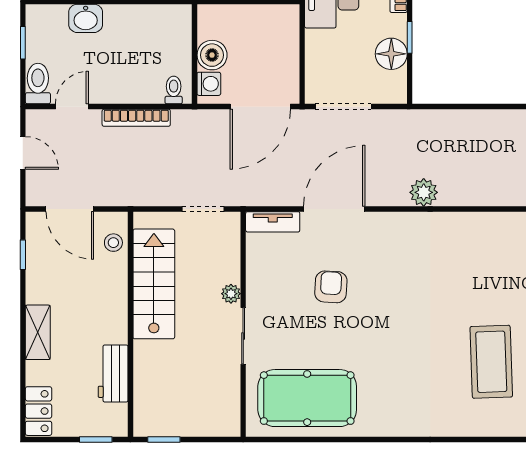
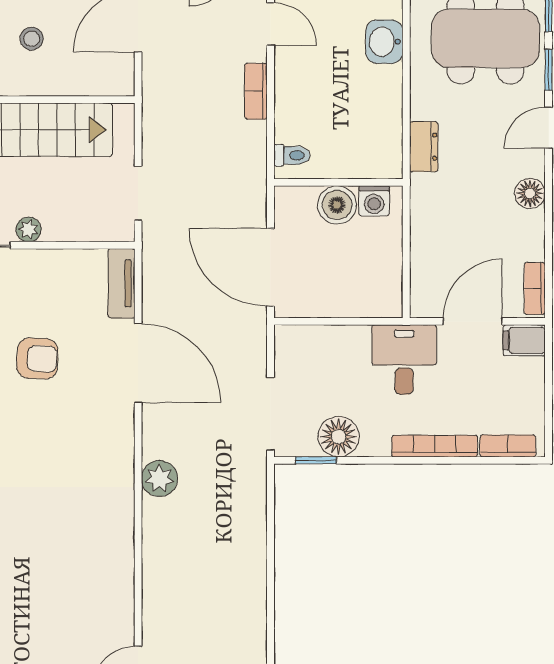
window: (410, 37) -> (316, 460), moved
washing machine: (209, 84) -> (374, 201), moved
doorway: (343, 107) -> (270, 414), moved
bookcase: (136, 118) -> (256, 91), width x0.64
stool: (113, 243) -> (32, 39), moved

